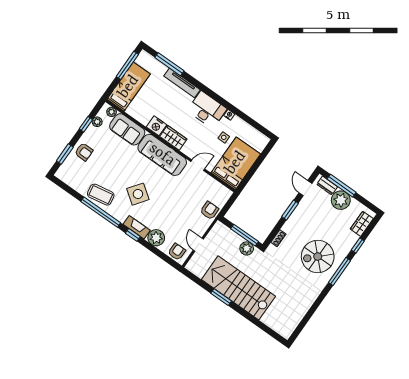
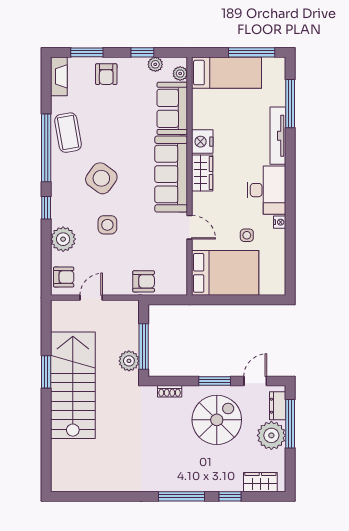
side table: (165, 208) -> (107, 225), added
fireplace: (137, 227) -> (59, 76), moved
spiral stairs: (318, 257) -> (217, 420), moved, turned 90

